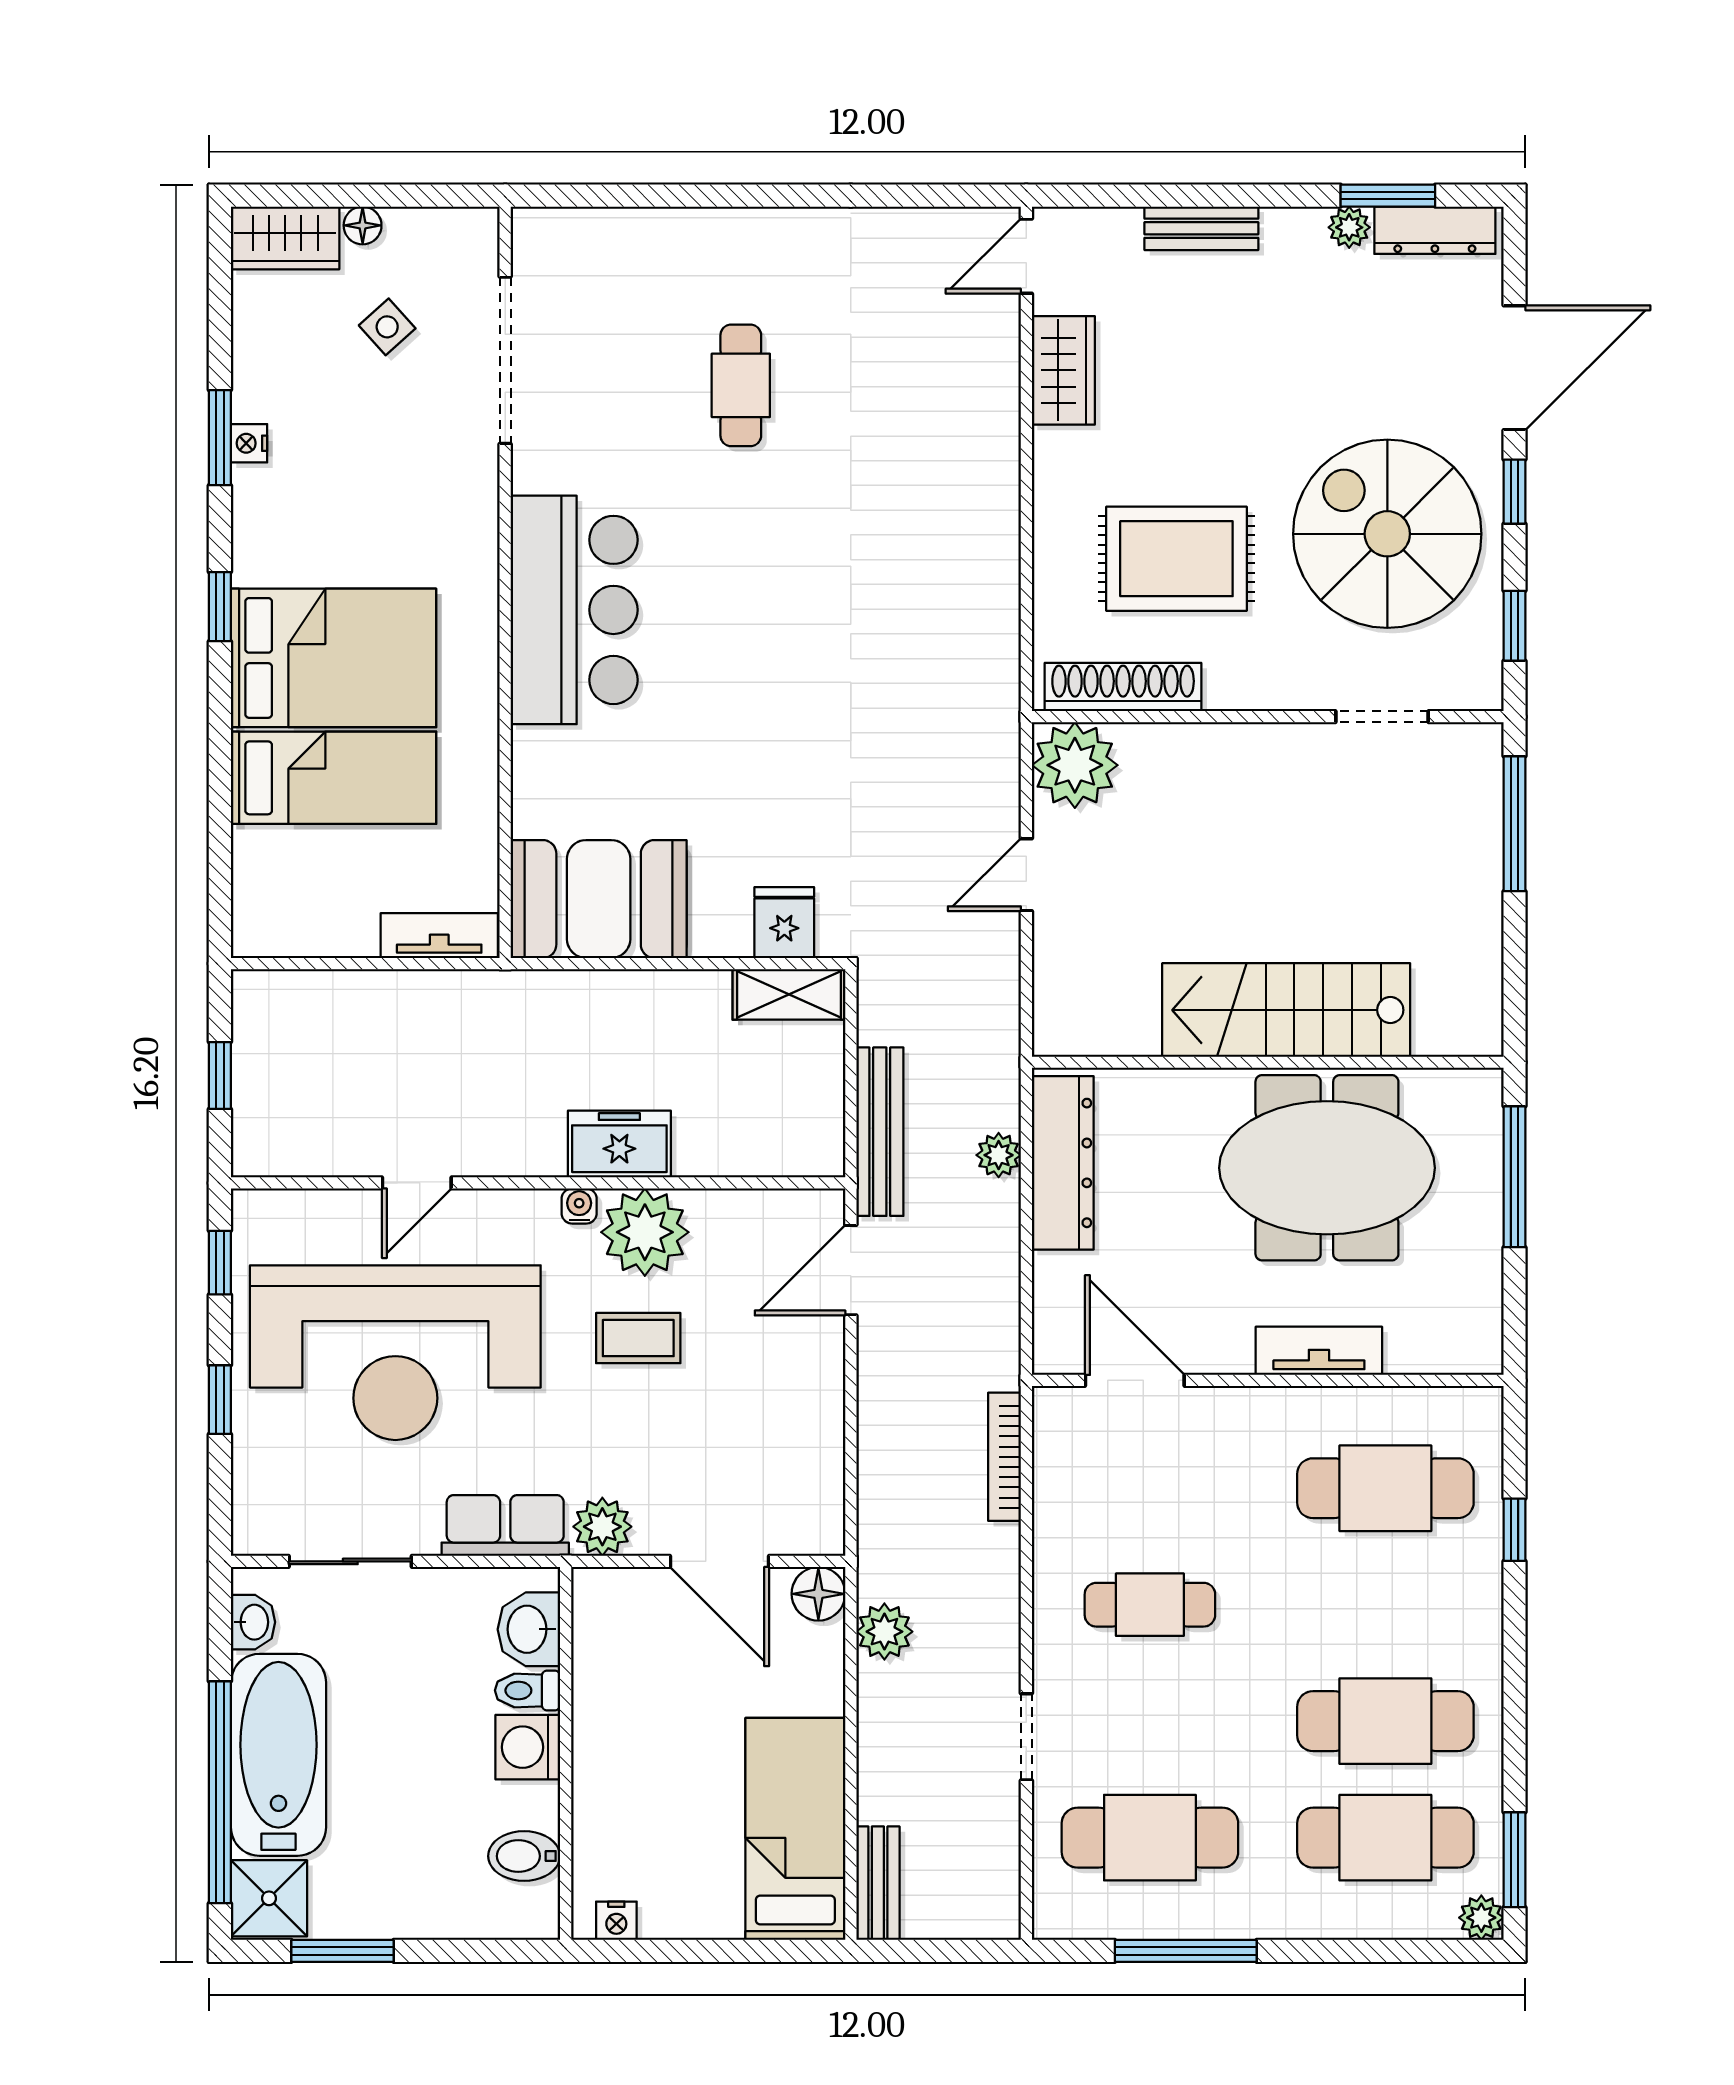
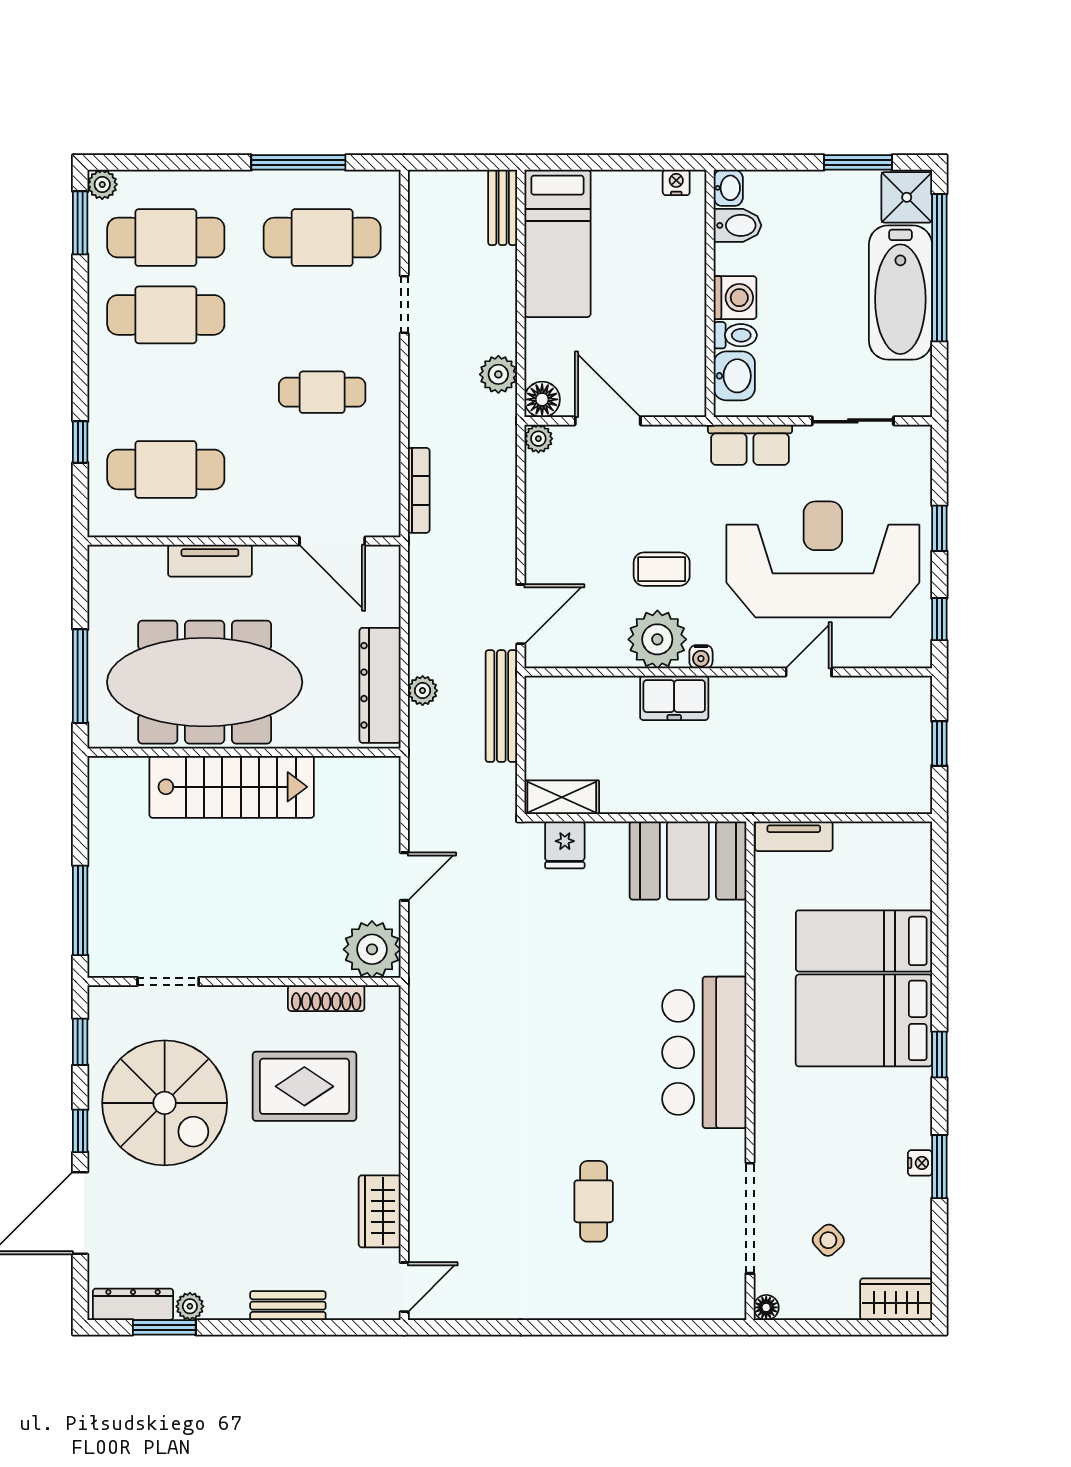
floor lamp: (363, 225) -> (766, 1307), moved
shoe rack: (1123, 687) -> (326, 998), width x0.74, depth x0.81
meeting table: (1327, 1168) -> (205, 682), width x1.36
plant: (602, 1527) -> (538, 439), moved, width x0.73, depth x0.73
washbasin: (253, 1622) -> (728, 188), moved, turned 180

